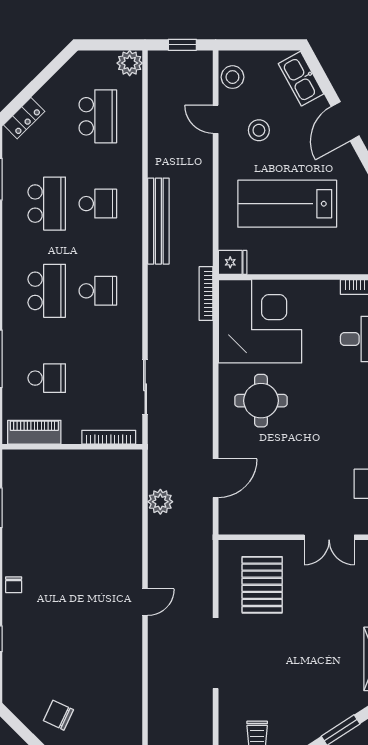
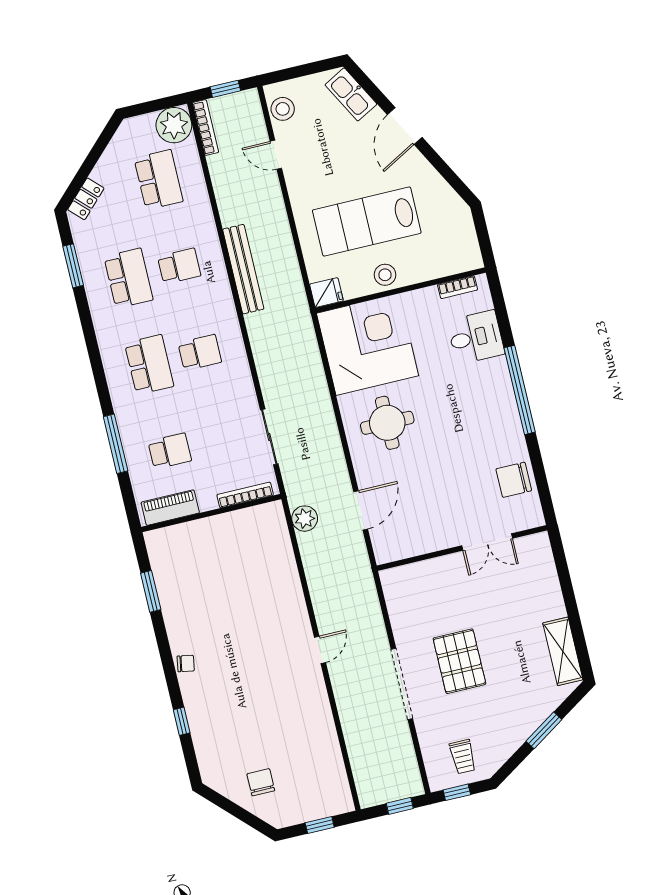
plant: (130, 63) -> (174, 125), width x1.36, depth x1.36
stool: (259, 130) -> (385, 275), moved
bookcase: (206, 294) -> (206, 127), moved, turned 180
plant: (160, 502) -> (305, 519), moved
chair: (14, 585) -> (186, 664), turned -80
pallet: (262, 585) -> (459, 661), moved
chair: (58, 715) -> (261, 782), turned 65

